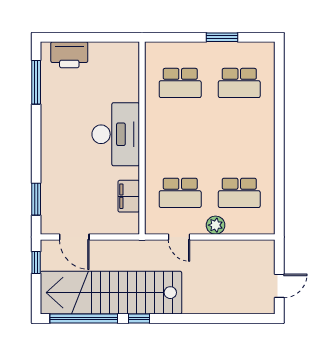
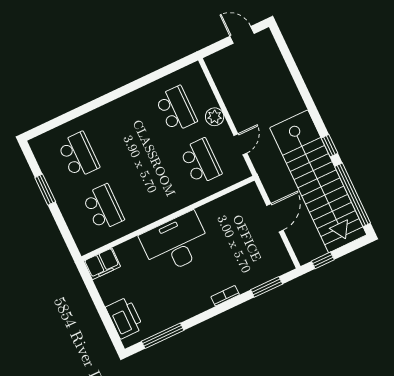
bookcase: (46, 157) -> (225, 296), added
filing cabinet: (129, 196) -> (102, 264), moved
door: (74, 237) -> (275, 218), moved

